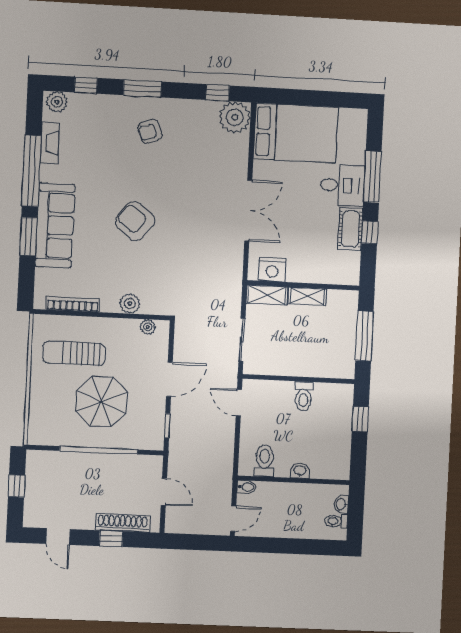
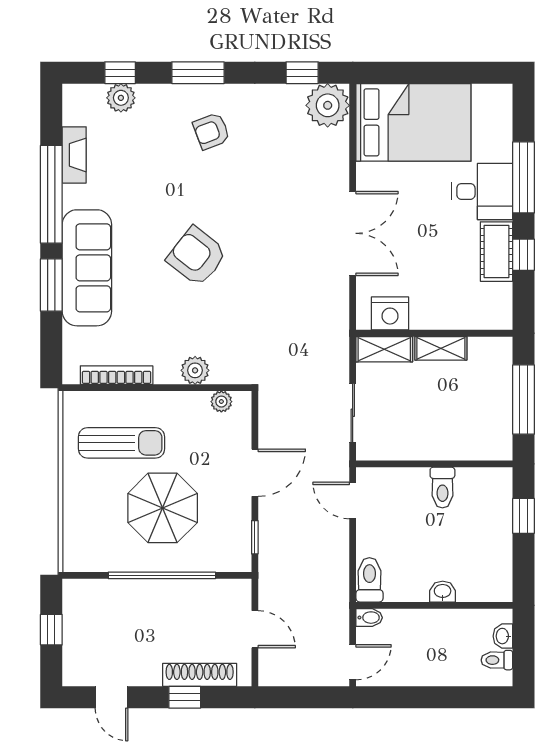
plant: (57, 102) -> (121, 98), moved
sun lounger: (74, 353) -> (122, 443), turned 180
toilet: (264, 461) -> (369, 580), moved

